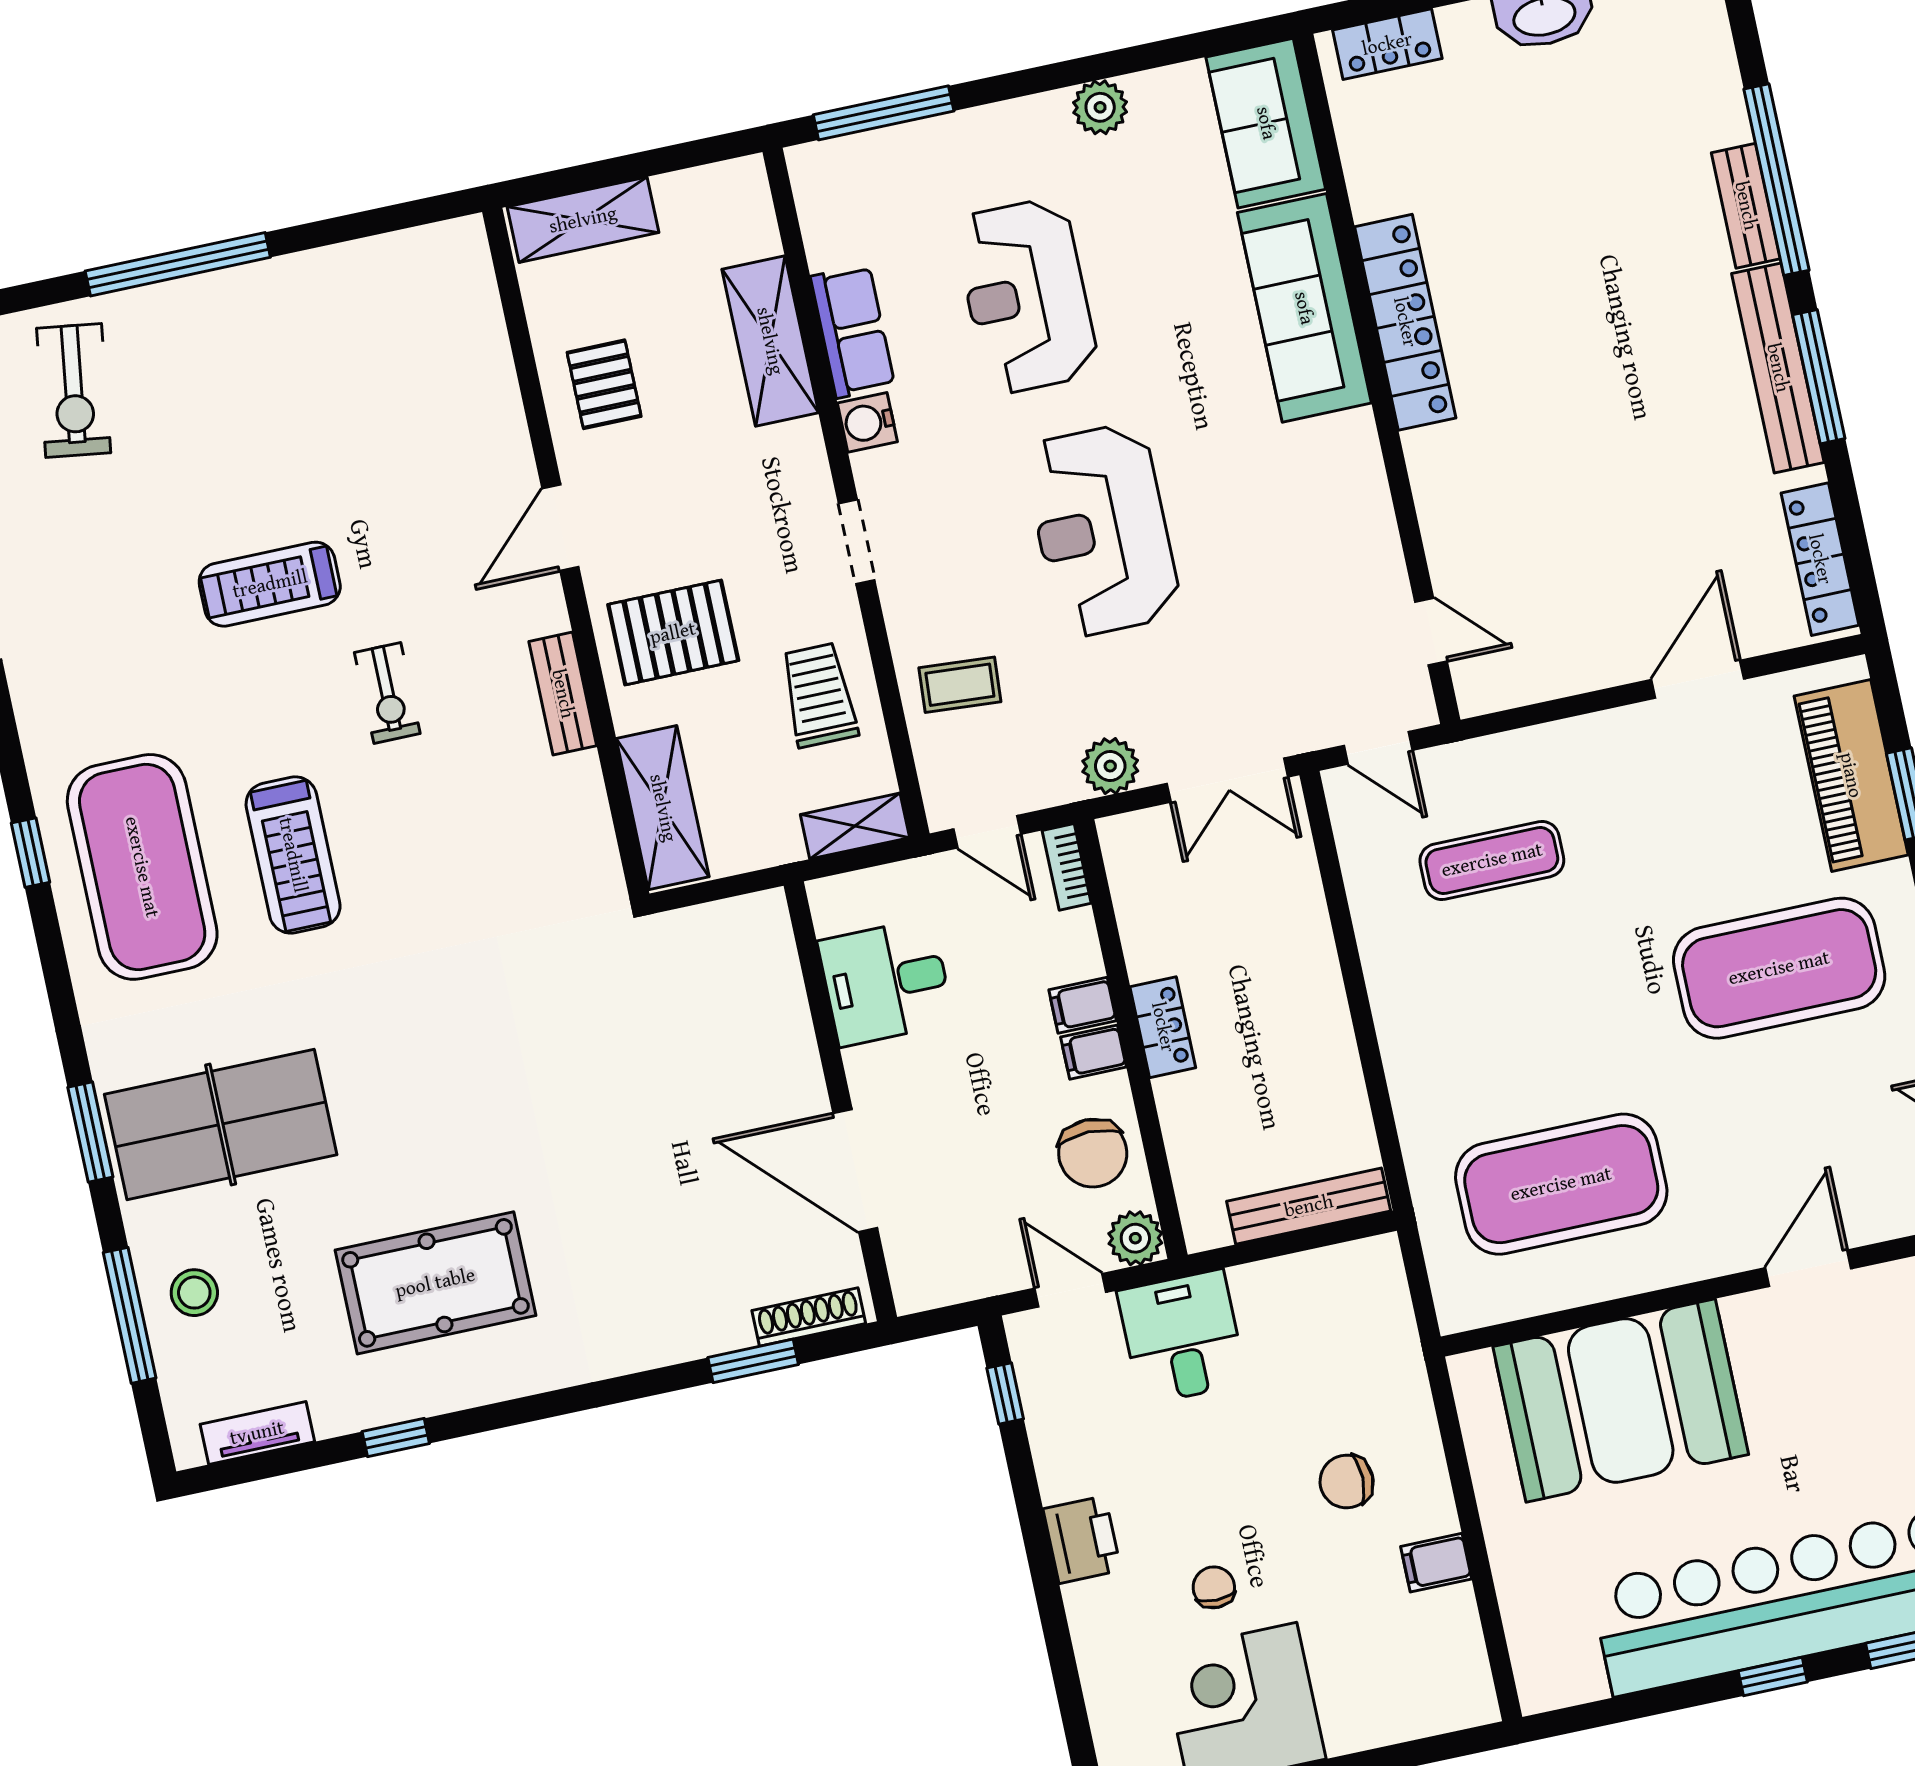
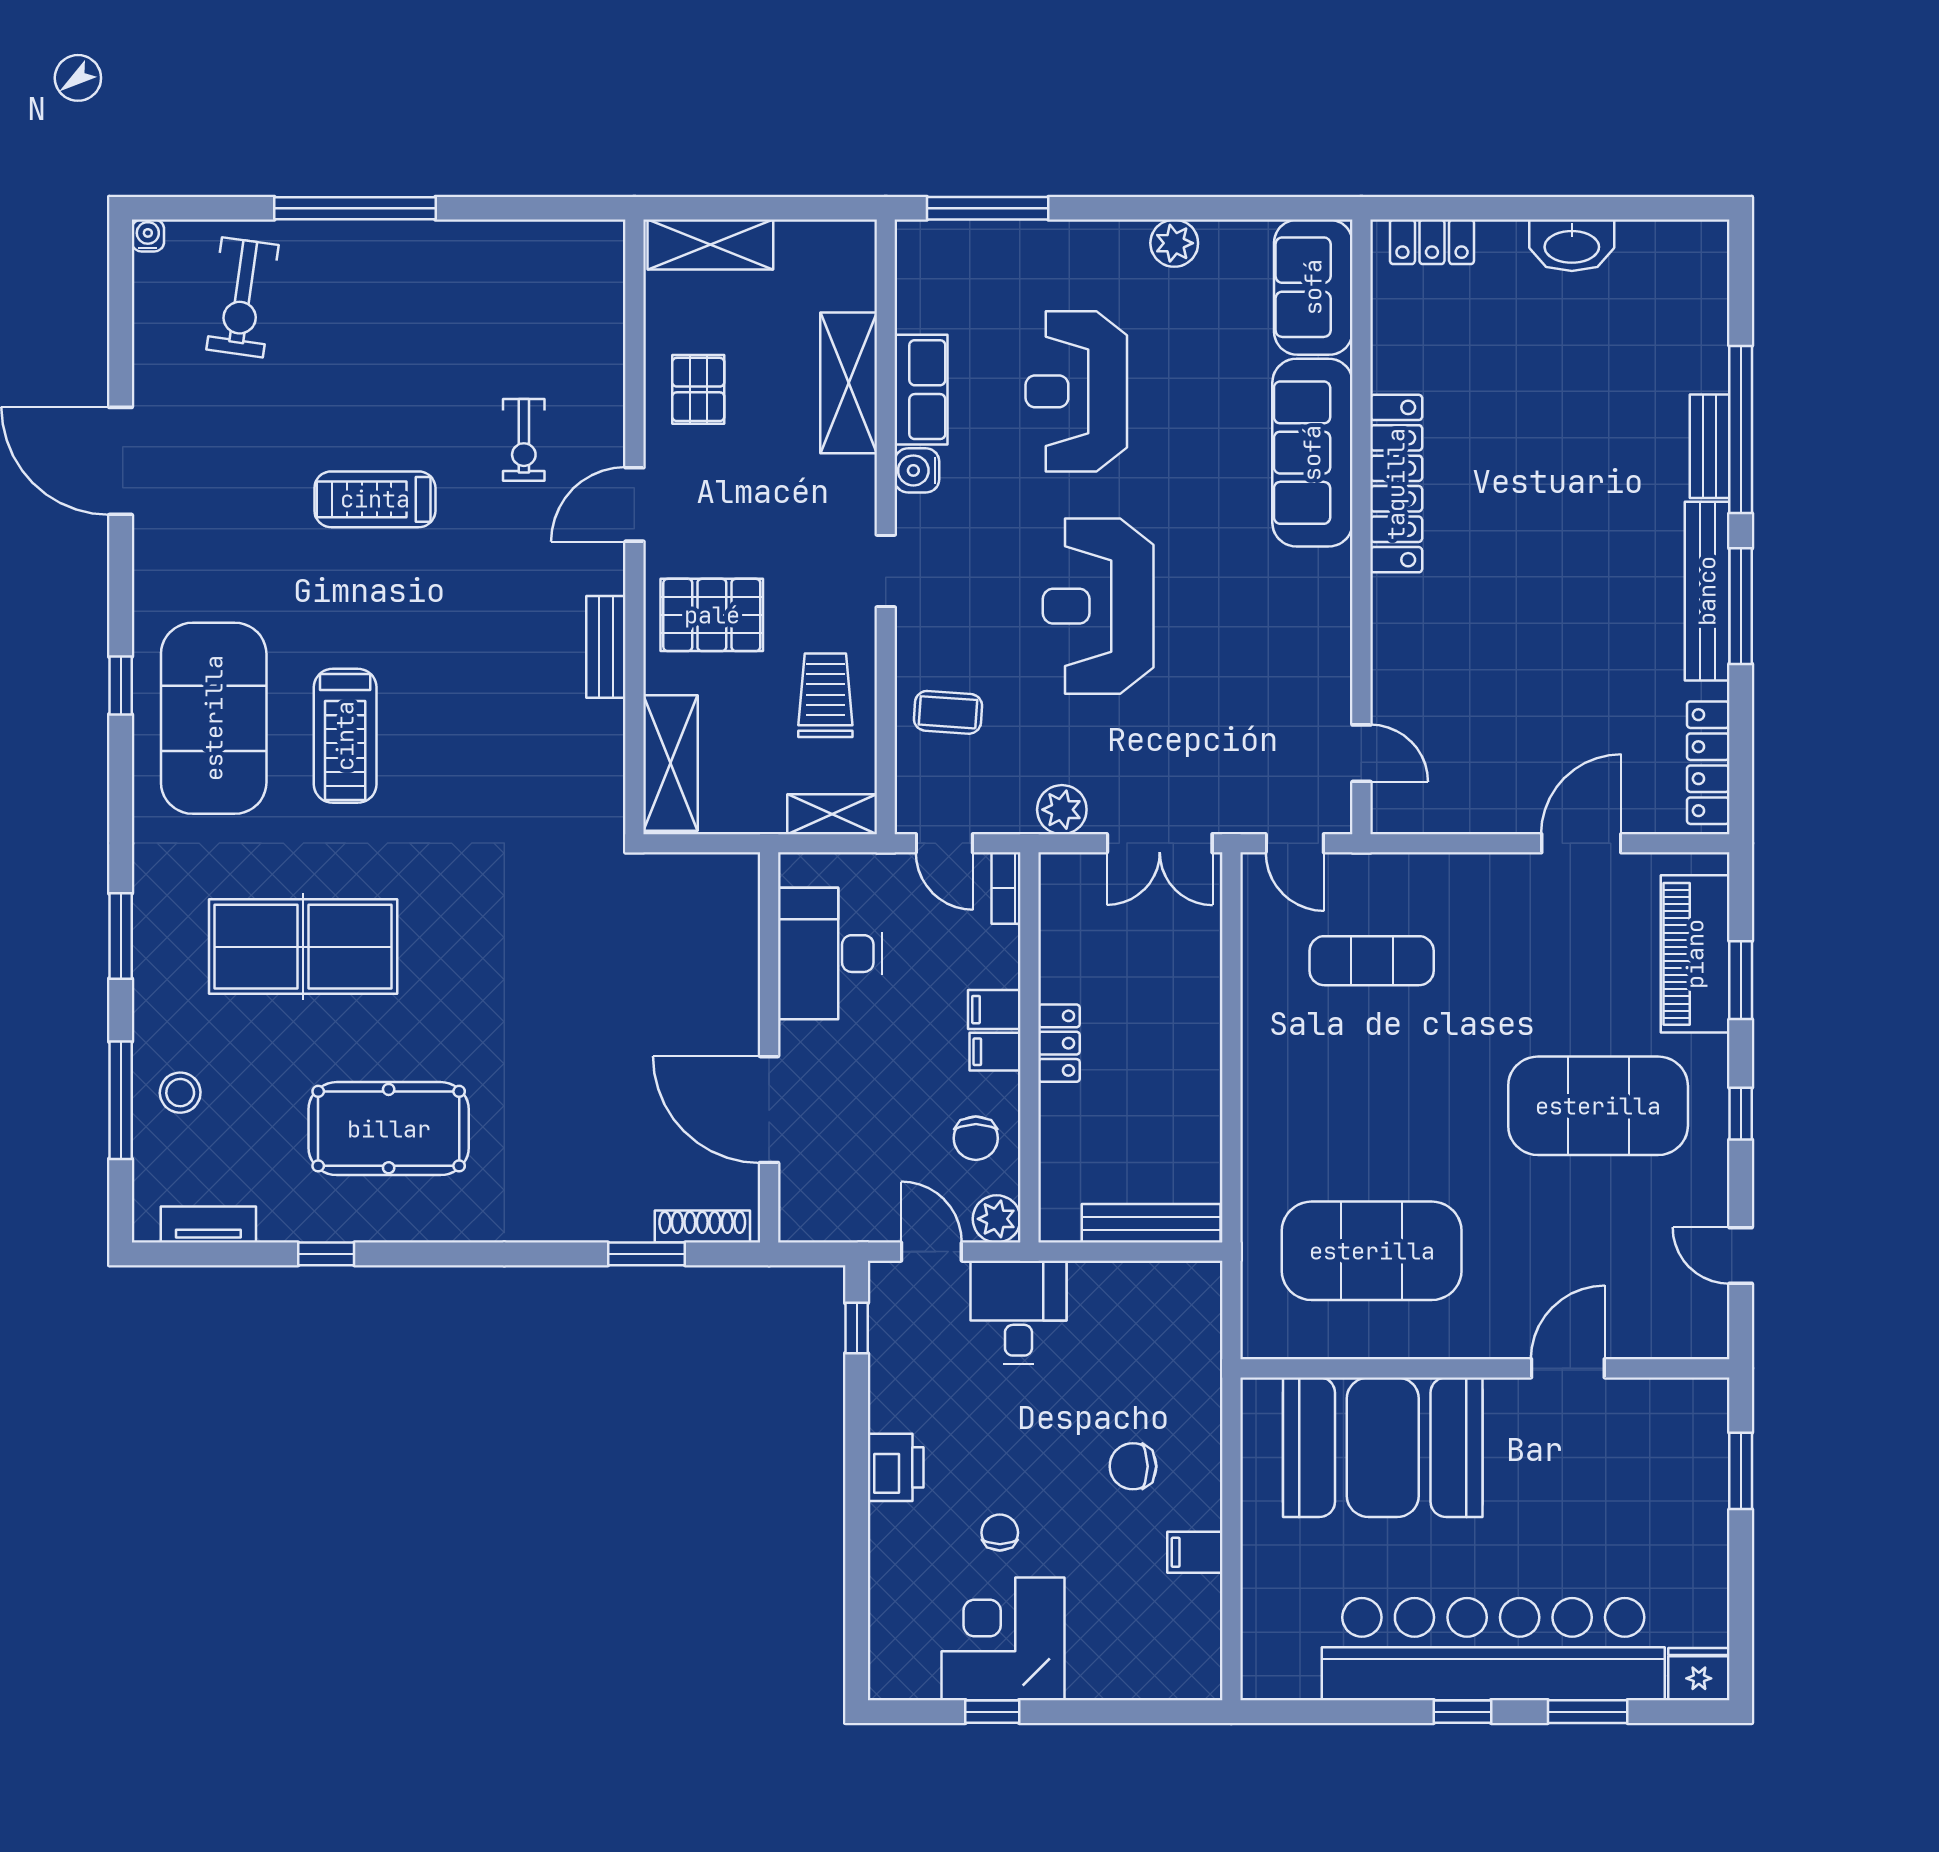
exercise bike: (387, 693) -> (524, 440), moved
desk: (886, 982) -> (830, 954), width x1.37
table tennis table: (221, 1125) -> (303, 947), moved
chair: (1093, 1153) -> (976, 1138), width x0.73, depth x0.73

